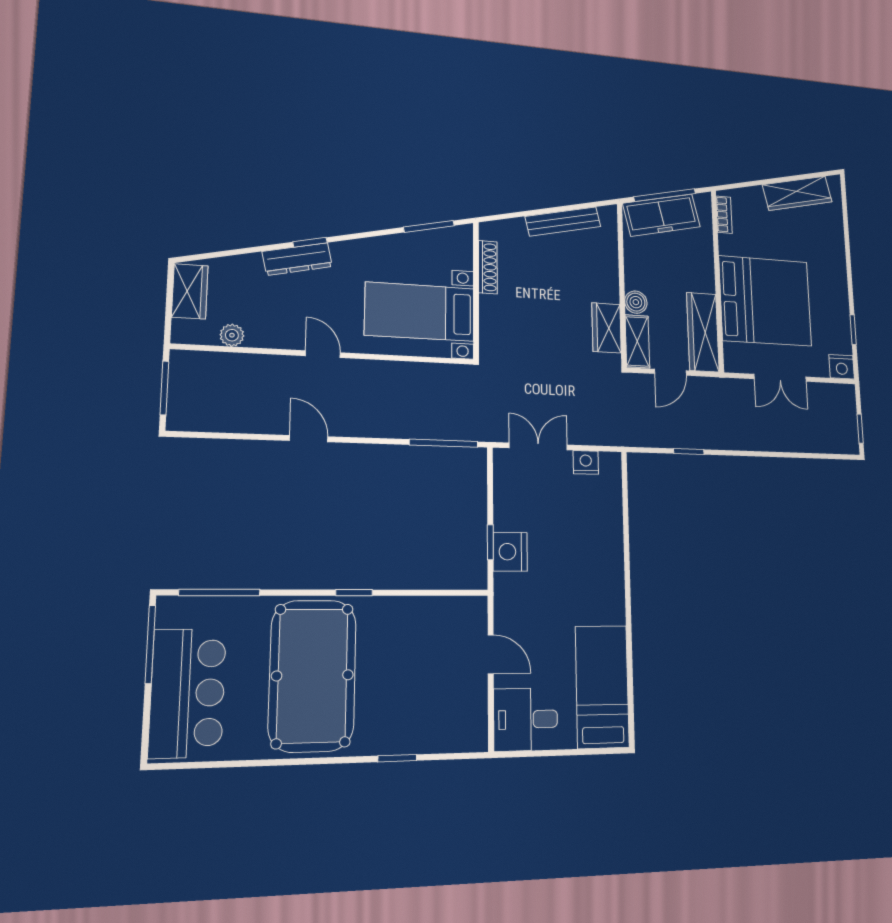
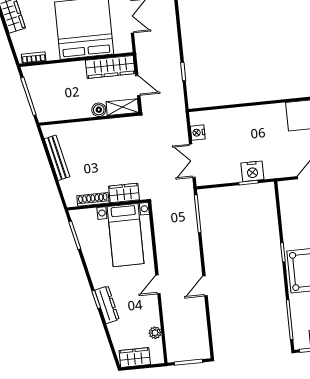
freezer: (662, 215) -> (42, 97), removed
wardrobe: (607, 328) -> (124, 193), moved, turned 180

